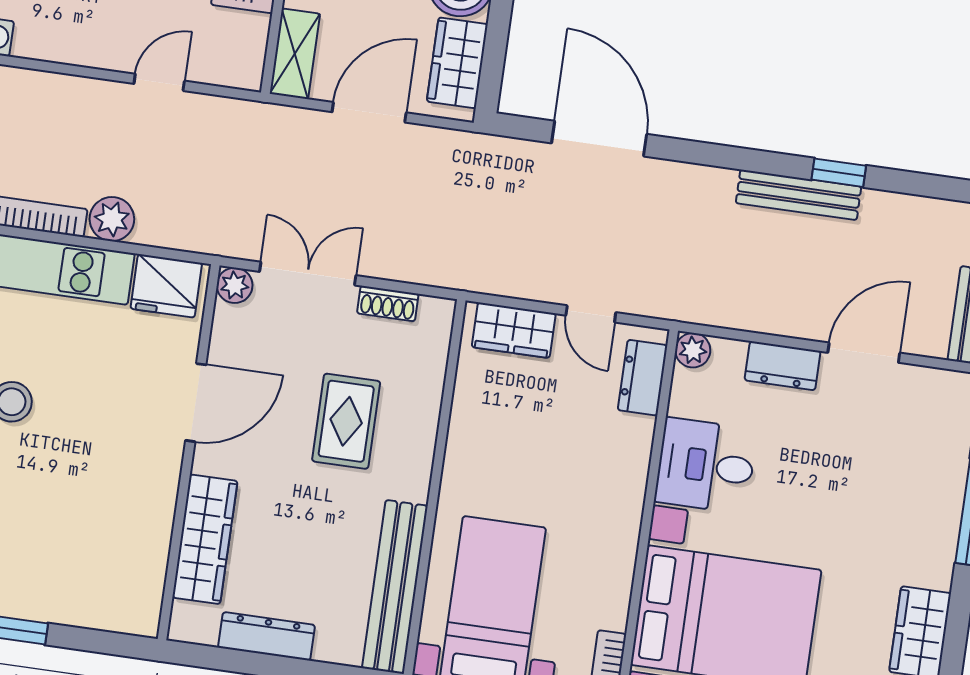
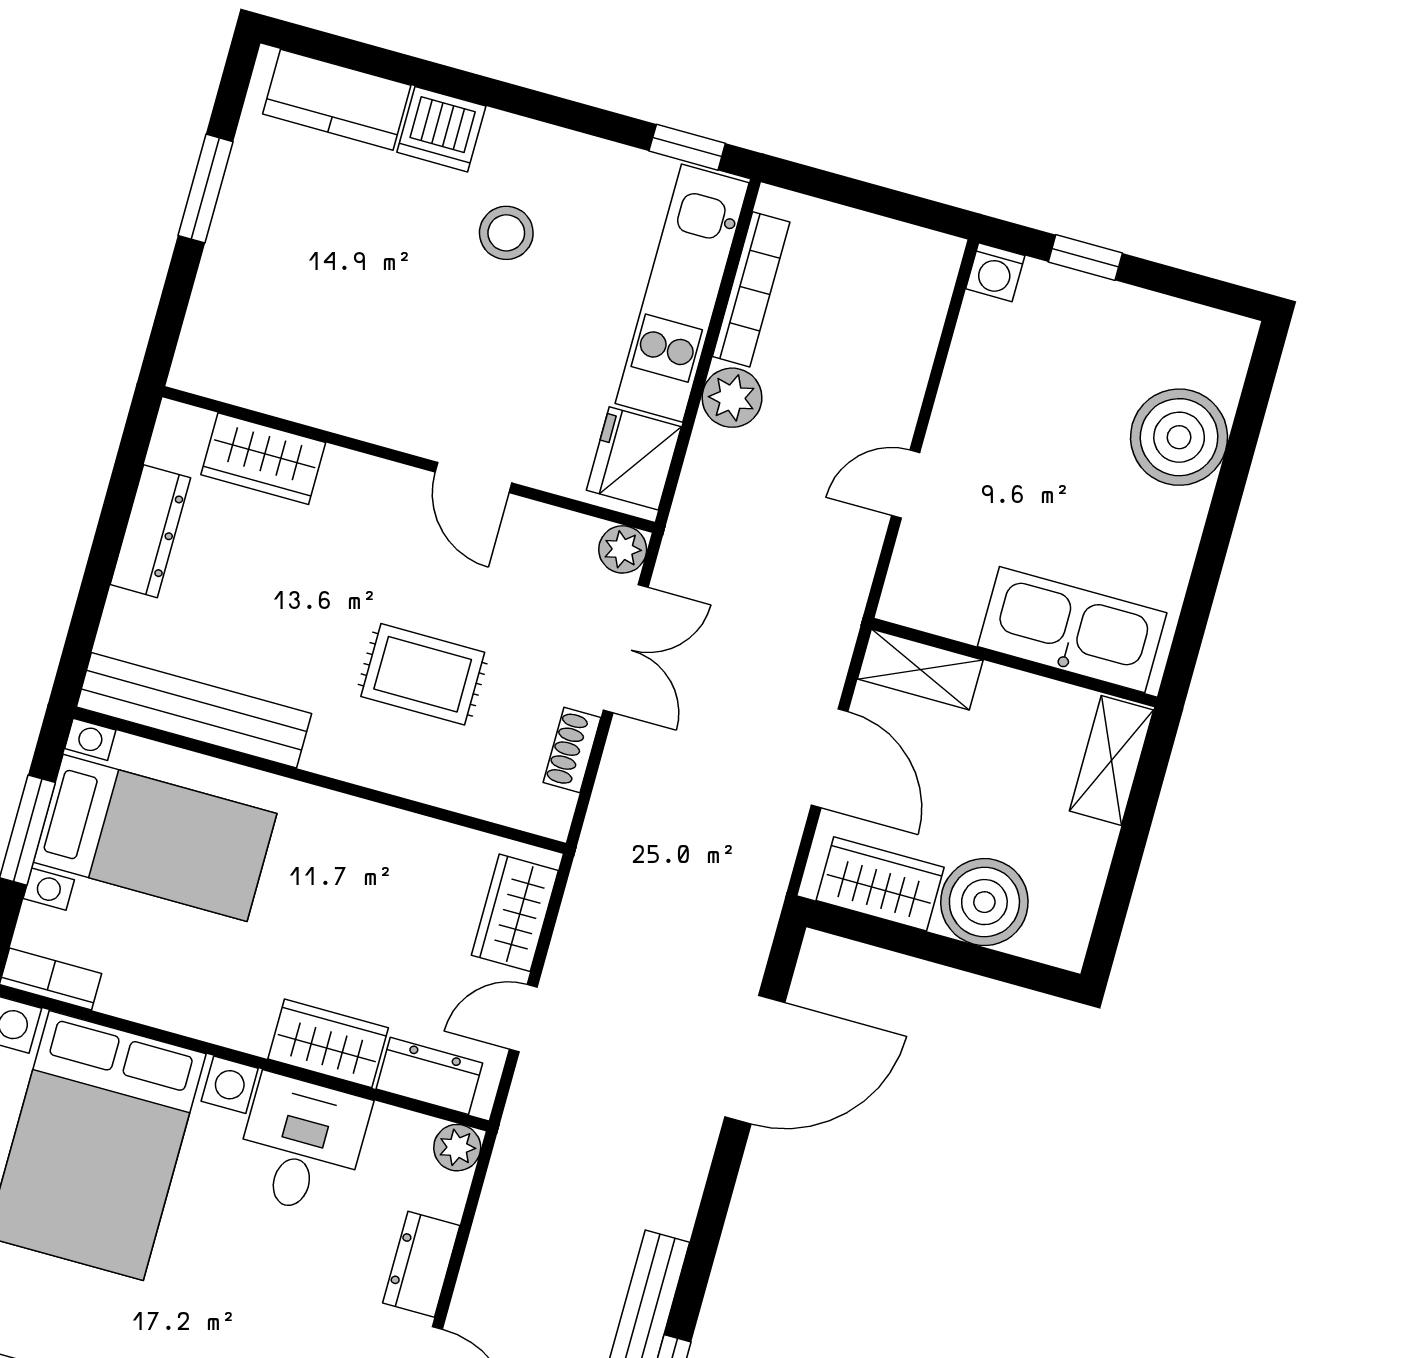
door: (159, 82) -> (906, 484), swing flipped
door: (196, 403) -> (473, 477), width x0.73
wardrobe: (628, 456) -> (328, 1043), added
wardrobe: (205, 539) -> (263, 459), width x0.67

